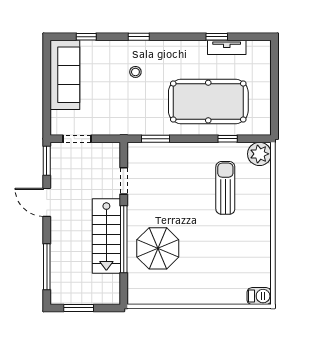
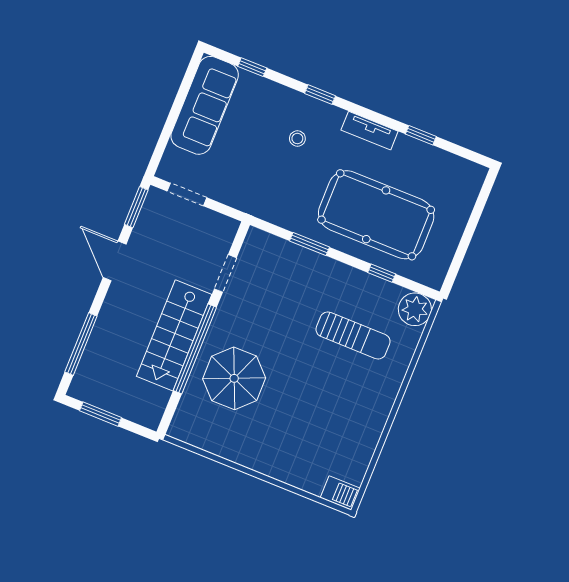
tv unit: (227, 47) -> (370, 131), moved
window: (156, 139) -> (310, 244), moved
sun lounger: (225, 188) -> (353, 335), turned 90

